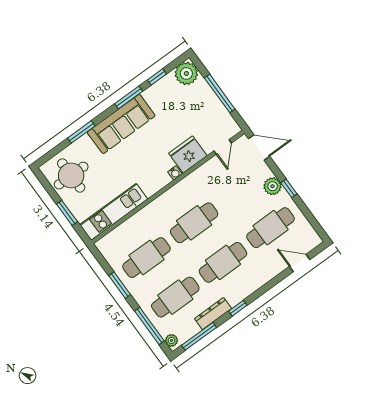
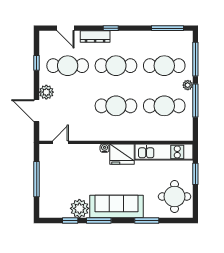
plant: (186, 73) -> (79, 208), moved
door: (259, 147) -> (37, 111), moved
fridge: (188, 154) -> (122, 154), moved
window: (289, 188) -> (37, 63), moved
window: (120, 285) -> (195, 100), width x1.44
window: (238, 308) -> (111, 28), moved
dresser: (213, 314) -> (95, 37), moved
plant: (171, 340) -> (188, 85), moved

